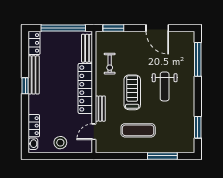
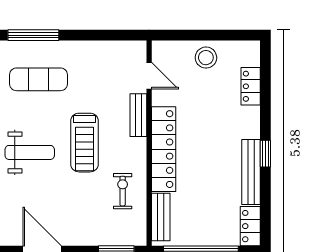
weight bench: (165, 86) -> (30, 152), turned 90
exercise mat: (138, 130) -> (39, 79), moved
door: (94, 132) -> (149, 76), hinge flipped
washbasin: (33, 144) -> (252, 56), removed

